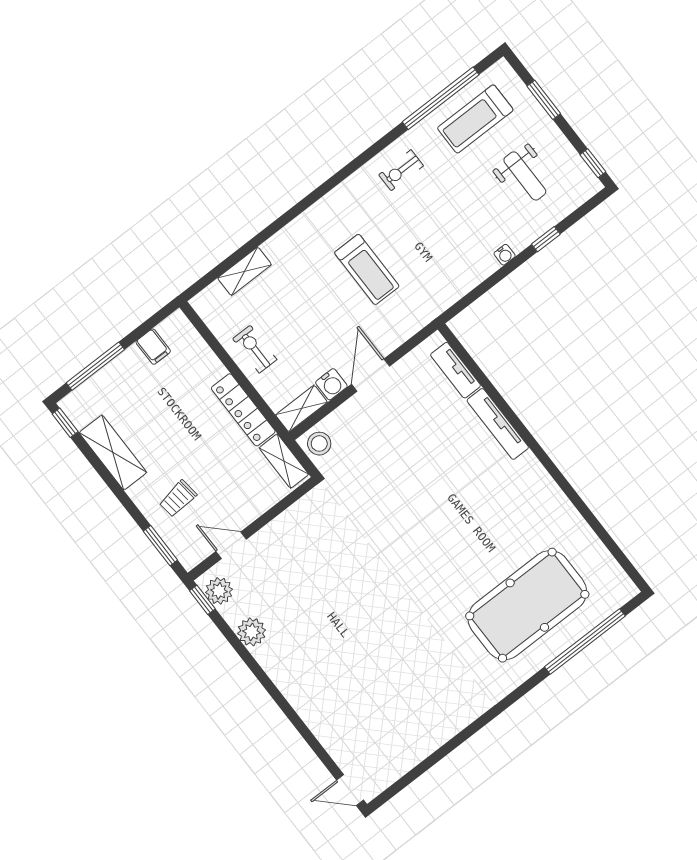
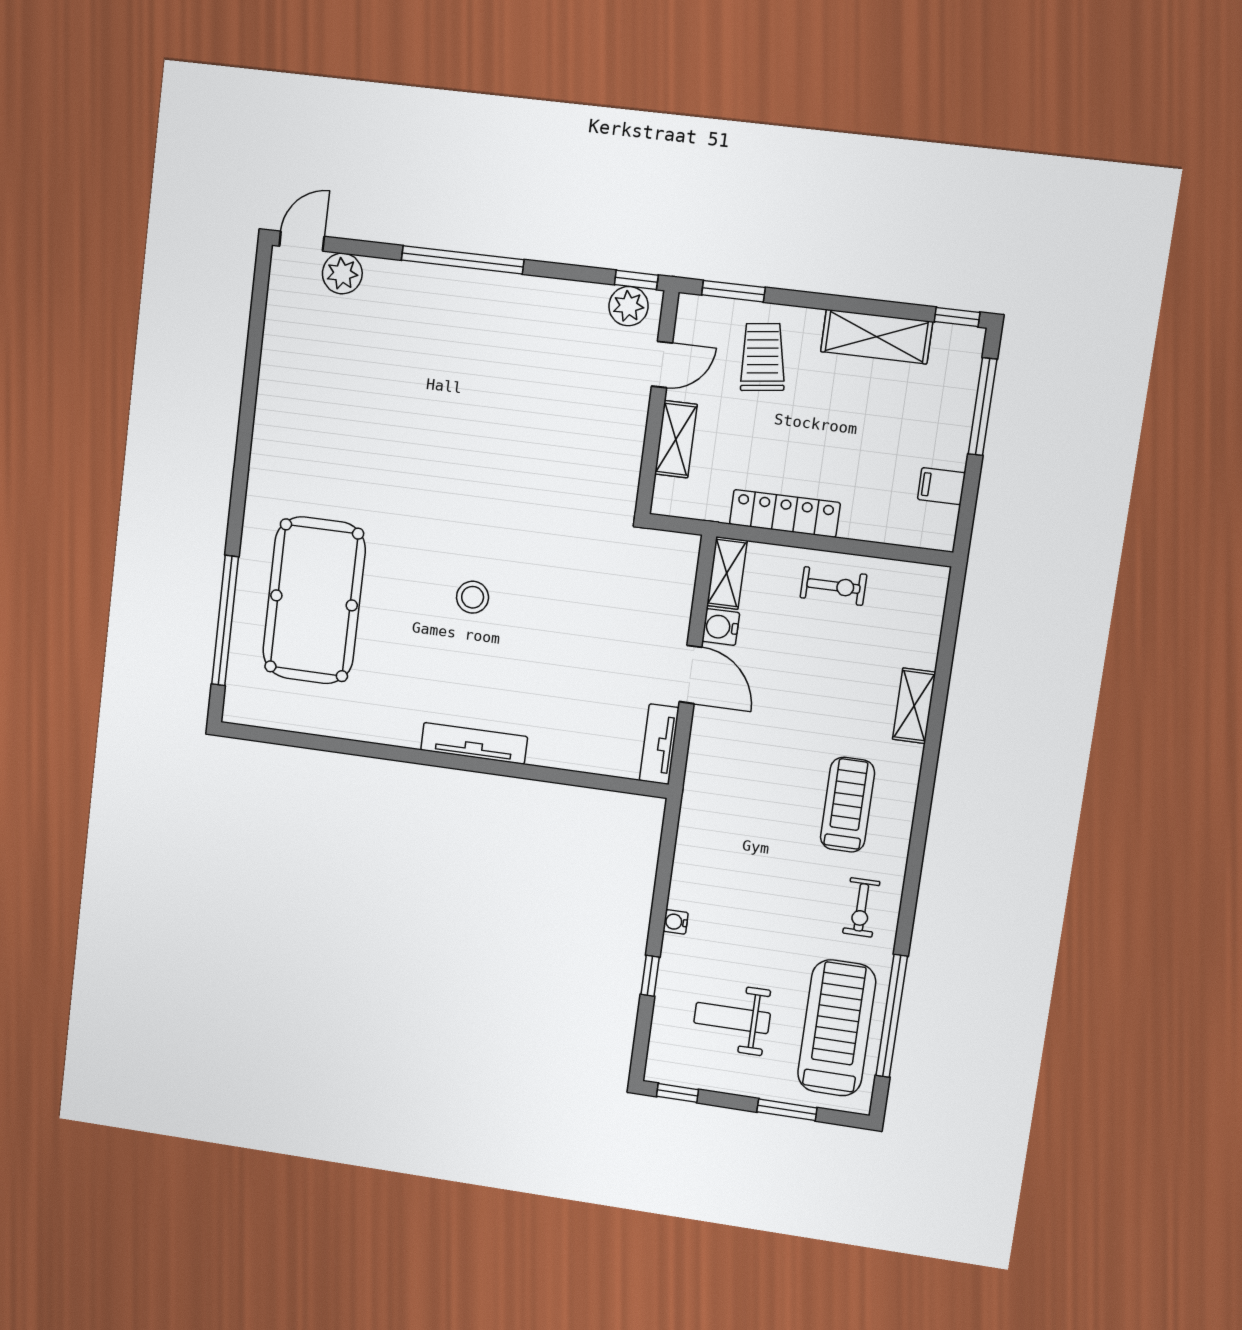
treadmill: (475, 119) -> (837, 1028), width x1.37, depth x1.38
exercise bike: (401, 170) -> (861, 907), turned 180
treadmill: (367, 269) -> (847, 805), moved, turned 90
shelving: (245, 271) -> (914, 706), moved
tv unit: (456, 370) -> (659, 744), moved, turned -90
tv unit: (498, 424) -> (474, 743), moved
stool: (319, 444) -> (473, 597), moved
shelving: (284, 461) -> (676, 439), moved, turned 90
trolley: (178, 499) -> (763, 357), width x1.36, depth x1.39
plant: (252, 632) -> (342, 274), moved
window: (278, 698) -> (463, 260), added

